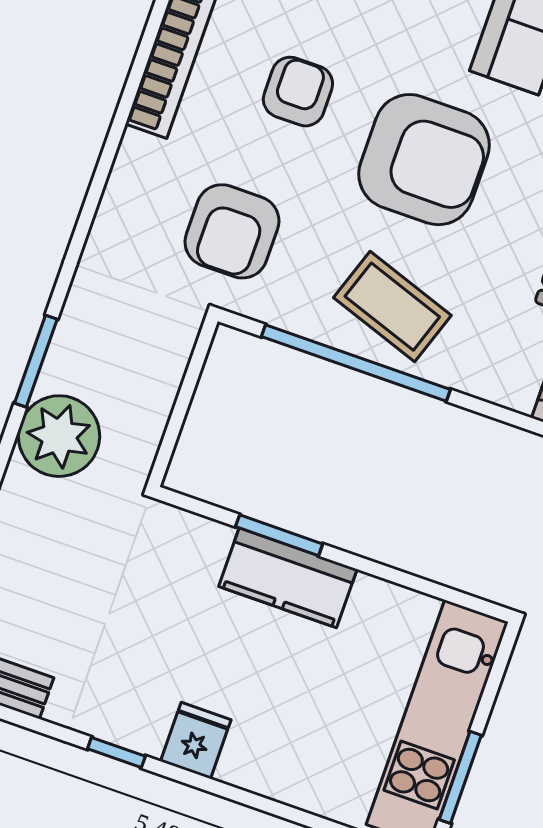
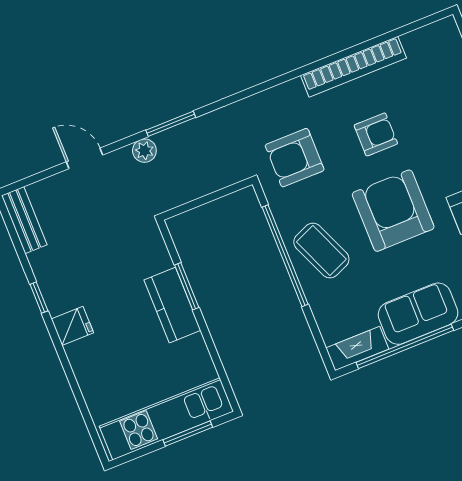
armchair: (424, 160) -> (393, 211), turned 180
coffee table: (392, 307) -> (321, 251), turned -42
plant: (59, 436) -> (144, 151), width x0.53, depth x0.53
window: (460, 777) -> (188, 434), moved

